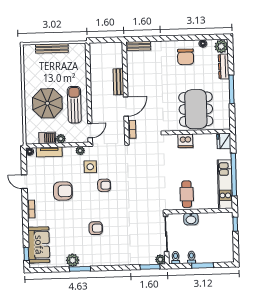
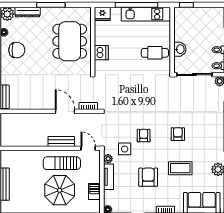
bench: (119, 82) -> (61, 141), moved
dining table: (196, 109) -> (70, 41), turned 90
plant: (61, 139) -> (96, 178), removed
tv unit: (49, 152) -> (109, 177), moved
coffee table: (73, 223) -> (180, 168), added
armchair: (96, 228) -> (178, 134), moved

